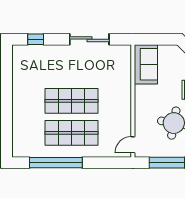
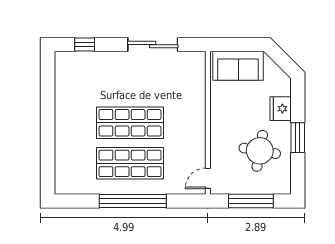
sofa: (146, 64) -> (238, 66), moved, turned 90
window: (56, 163) -> (133, 201), moved

